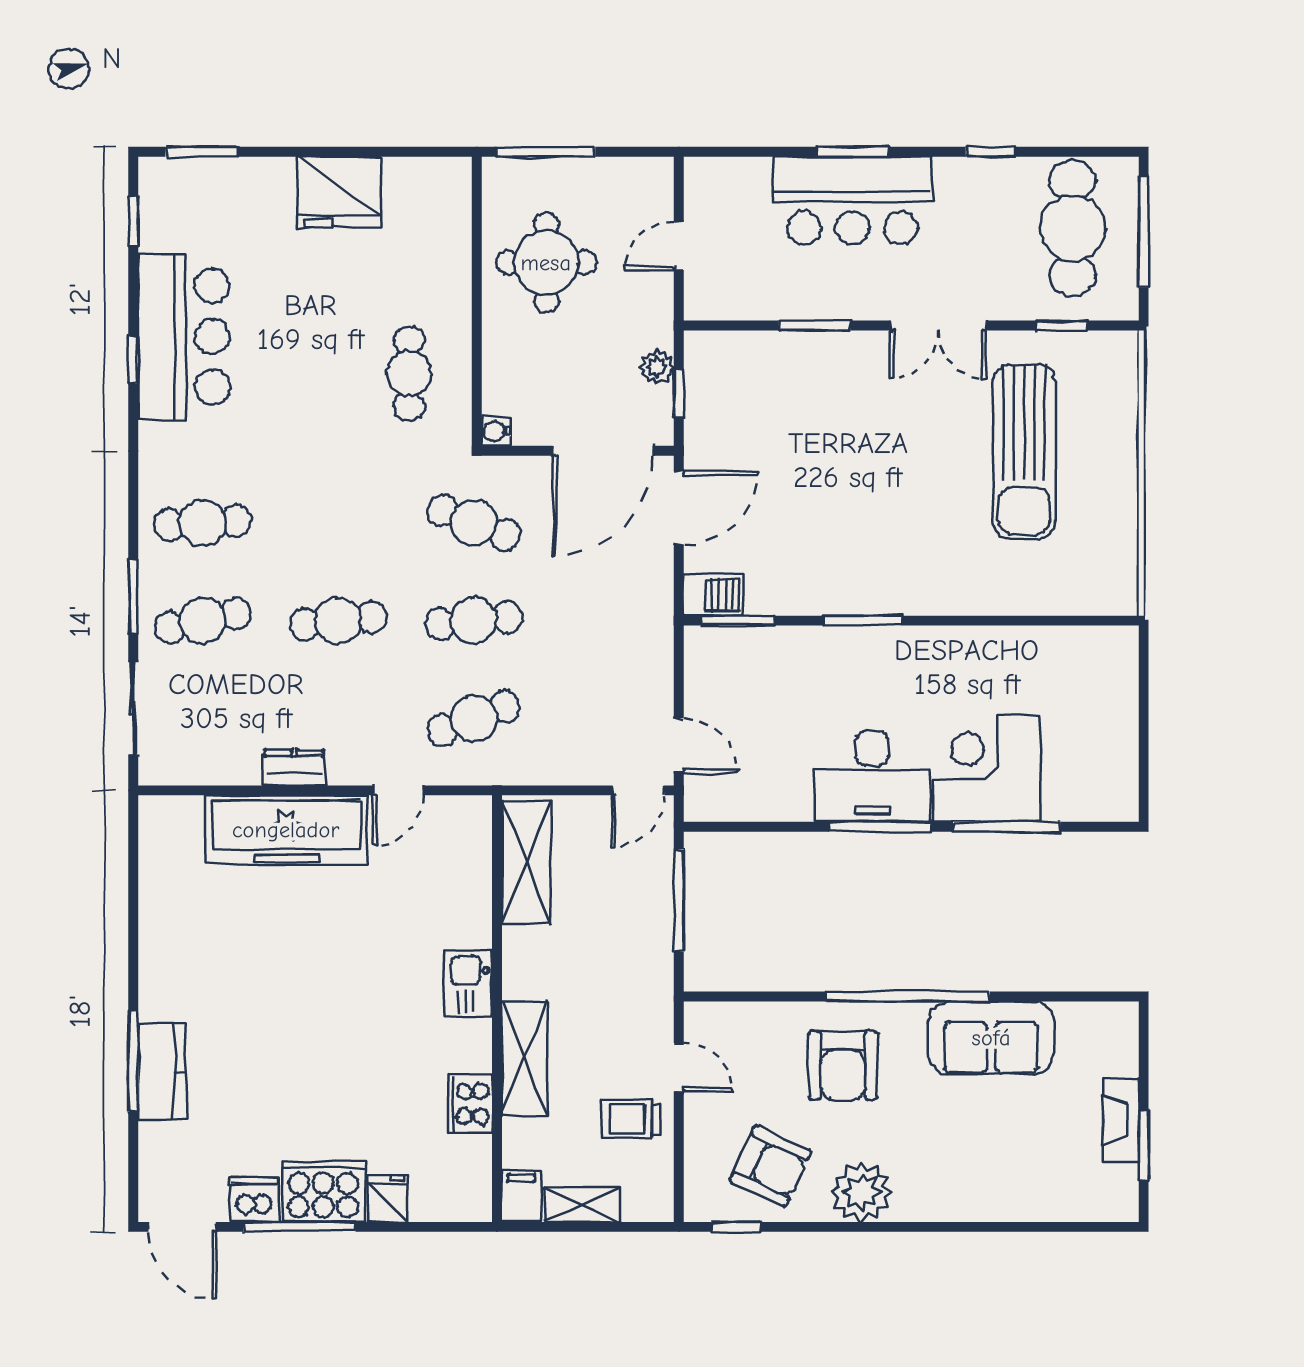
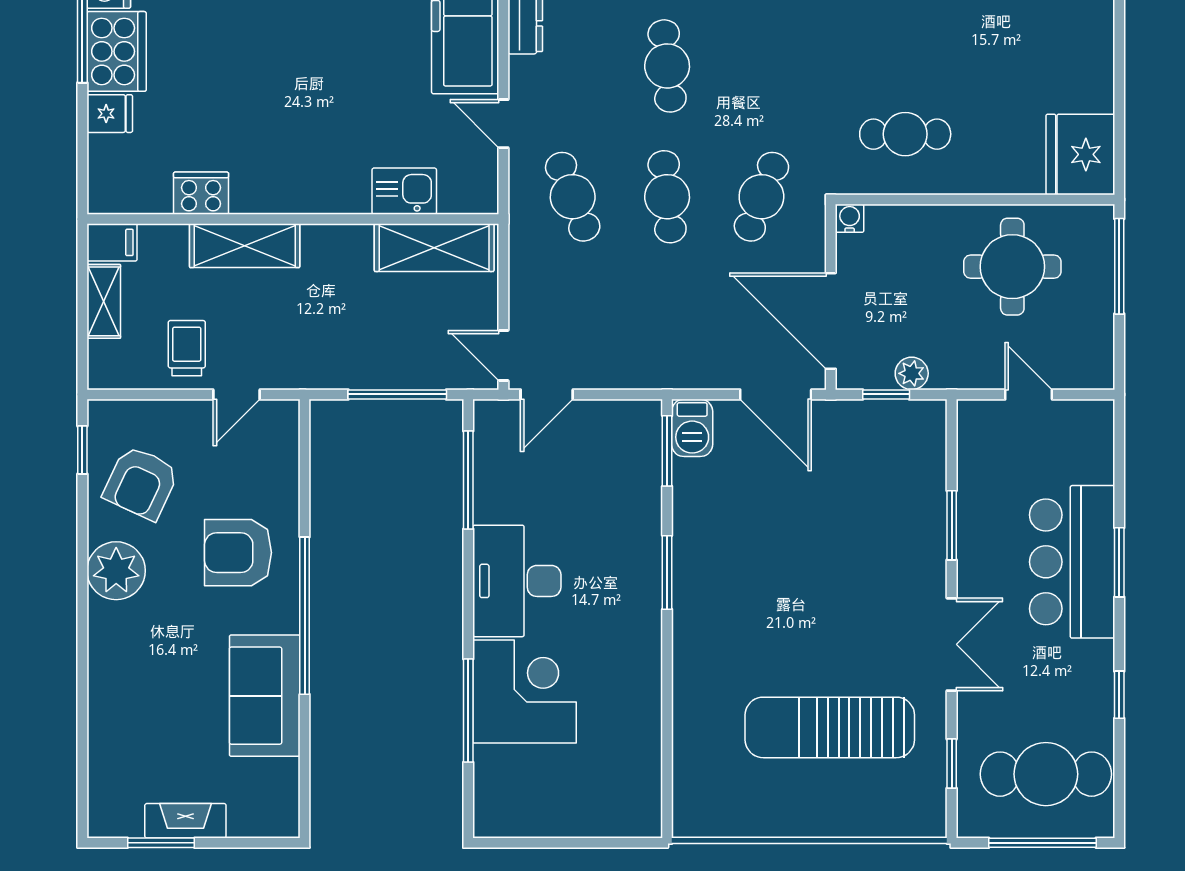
fridge: (339, 192) -> (1080, 154), moved
double door: (938, 326) -> (952, 644), swing flipped
window: (880, 827) -> (468, 480), moved
kitchen sink: (468, 984) -> (404, 191), moved

